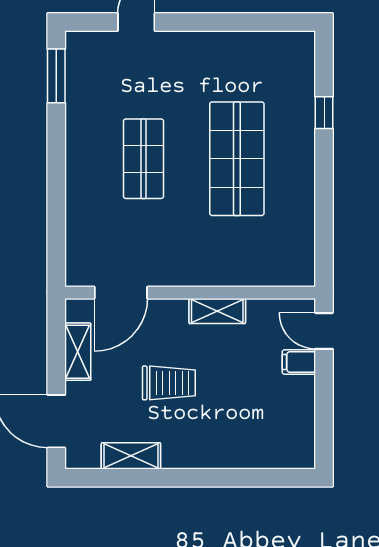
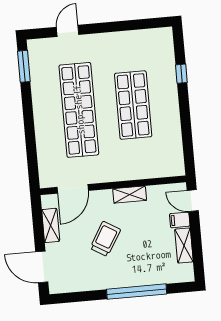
shop shelf: (143, 159) -> (79, 110), width x2.00, depth x1.36
trolley: (169, 383) -> (105, 239), turned -59
shelving: (131, 456) -> (184, 245), moved, turned 90
window: (214, 478) -> (137, 292), added

